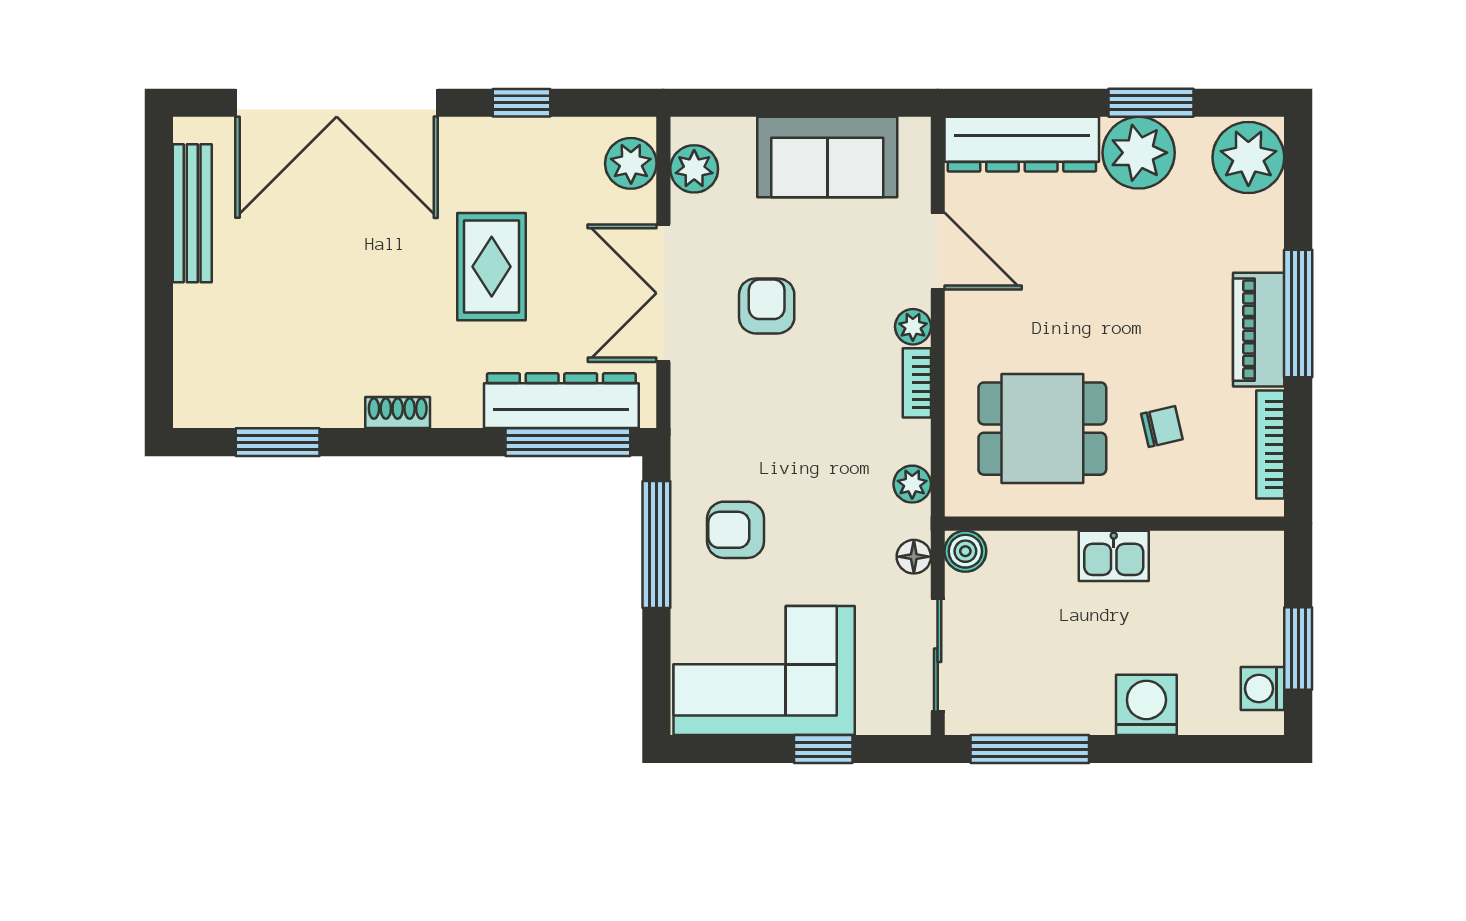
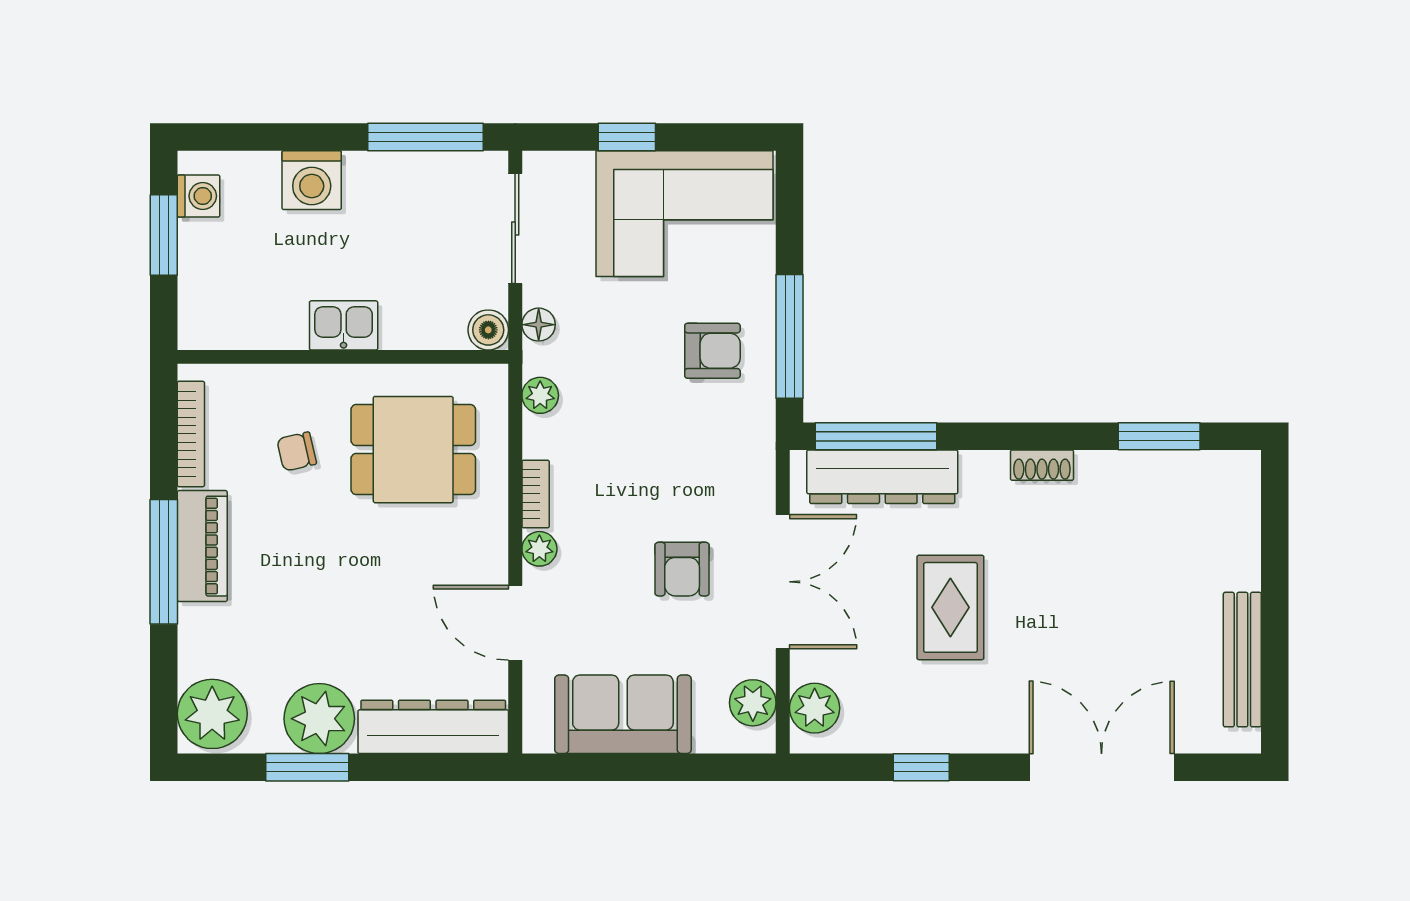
double door: (337, 103) -> (1102, 767), width x0.73

